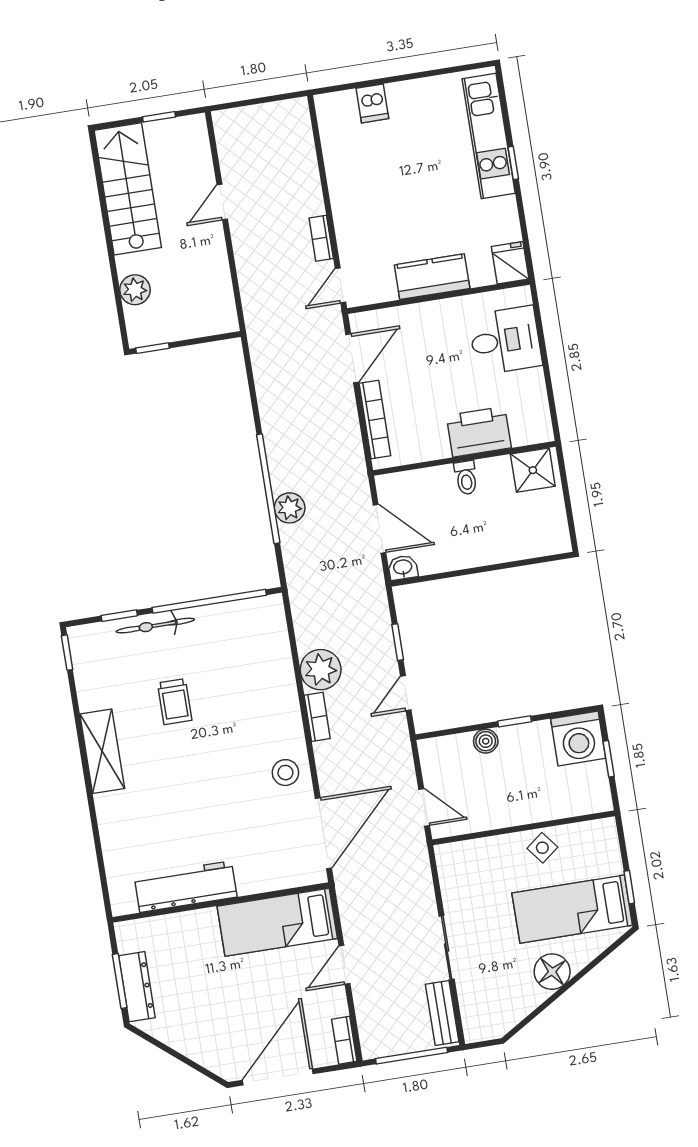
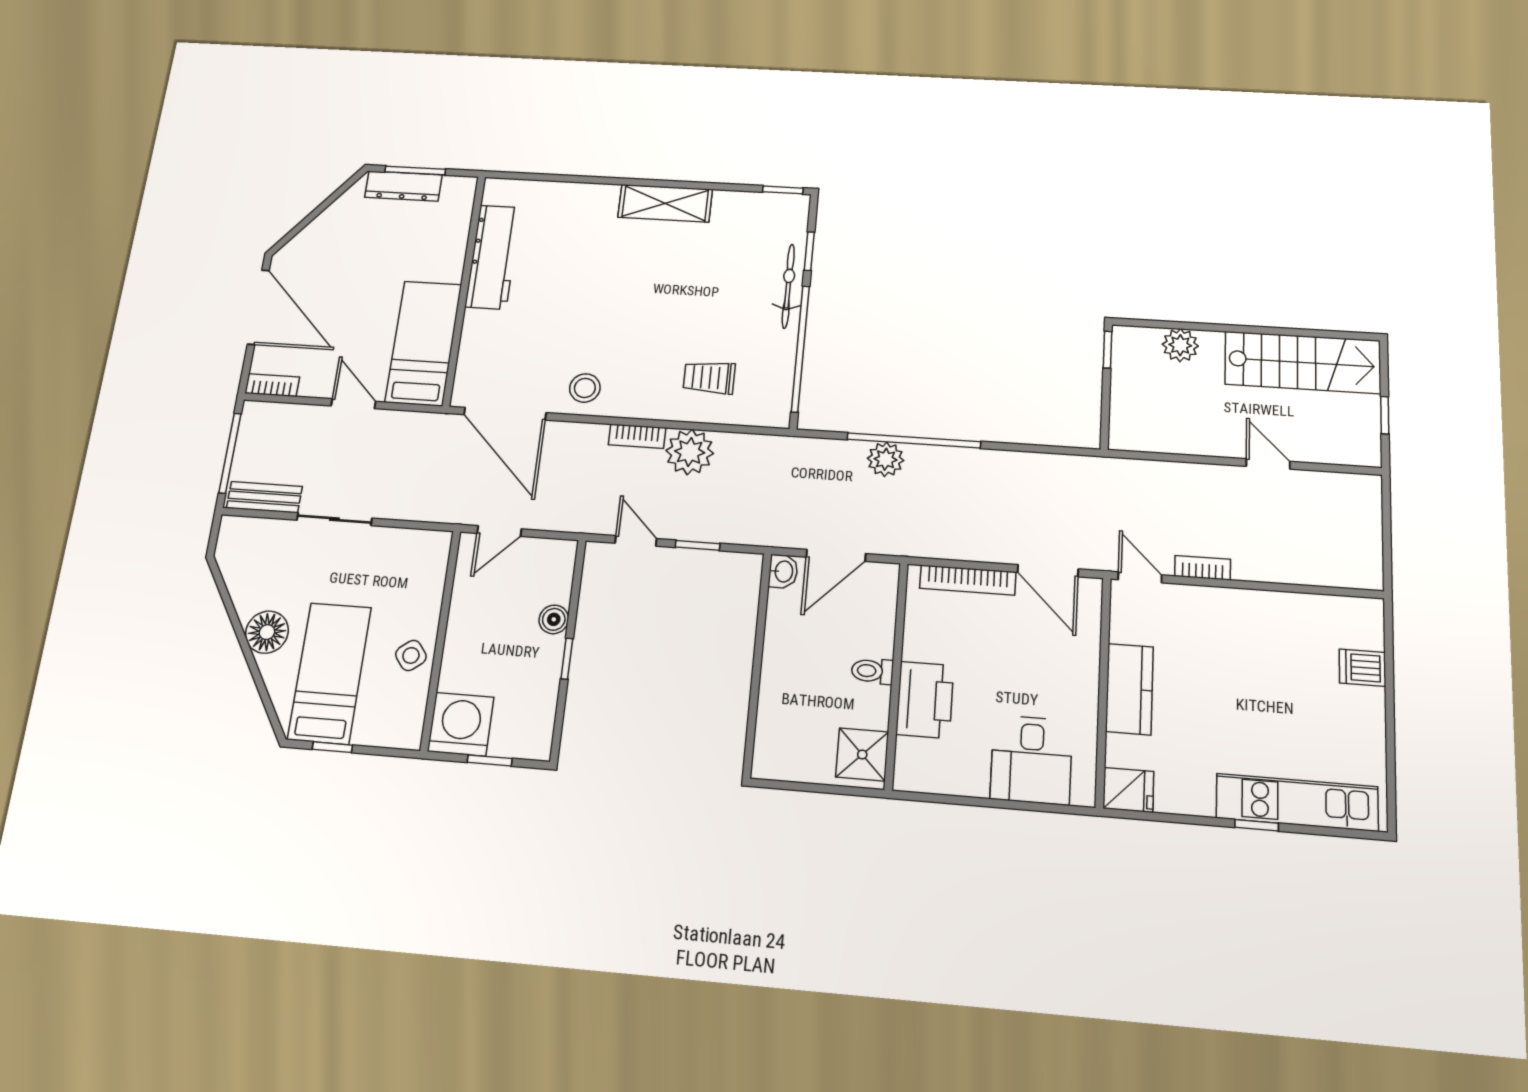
trolley: (175, 702) -> (709, 378), moved
washing machine: (578, 738) -> (461, 724), moved, turned 90

